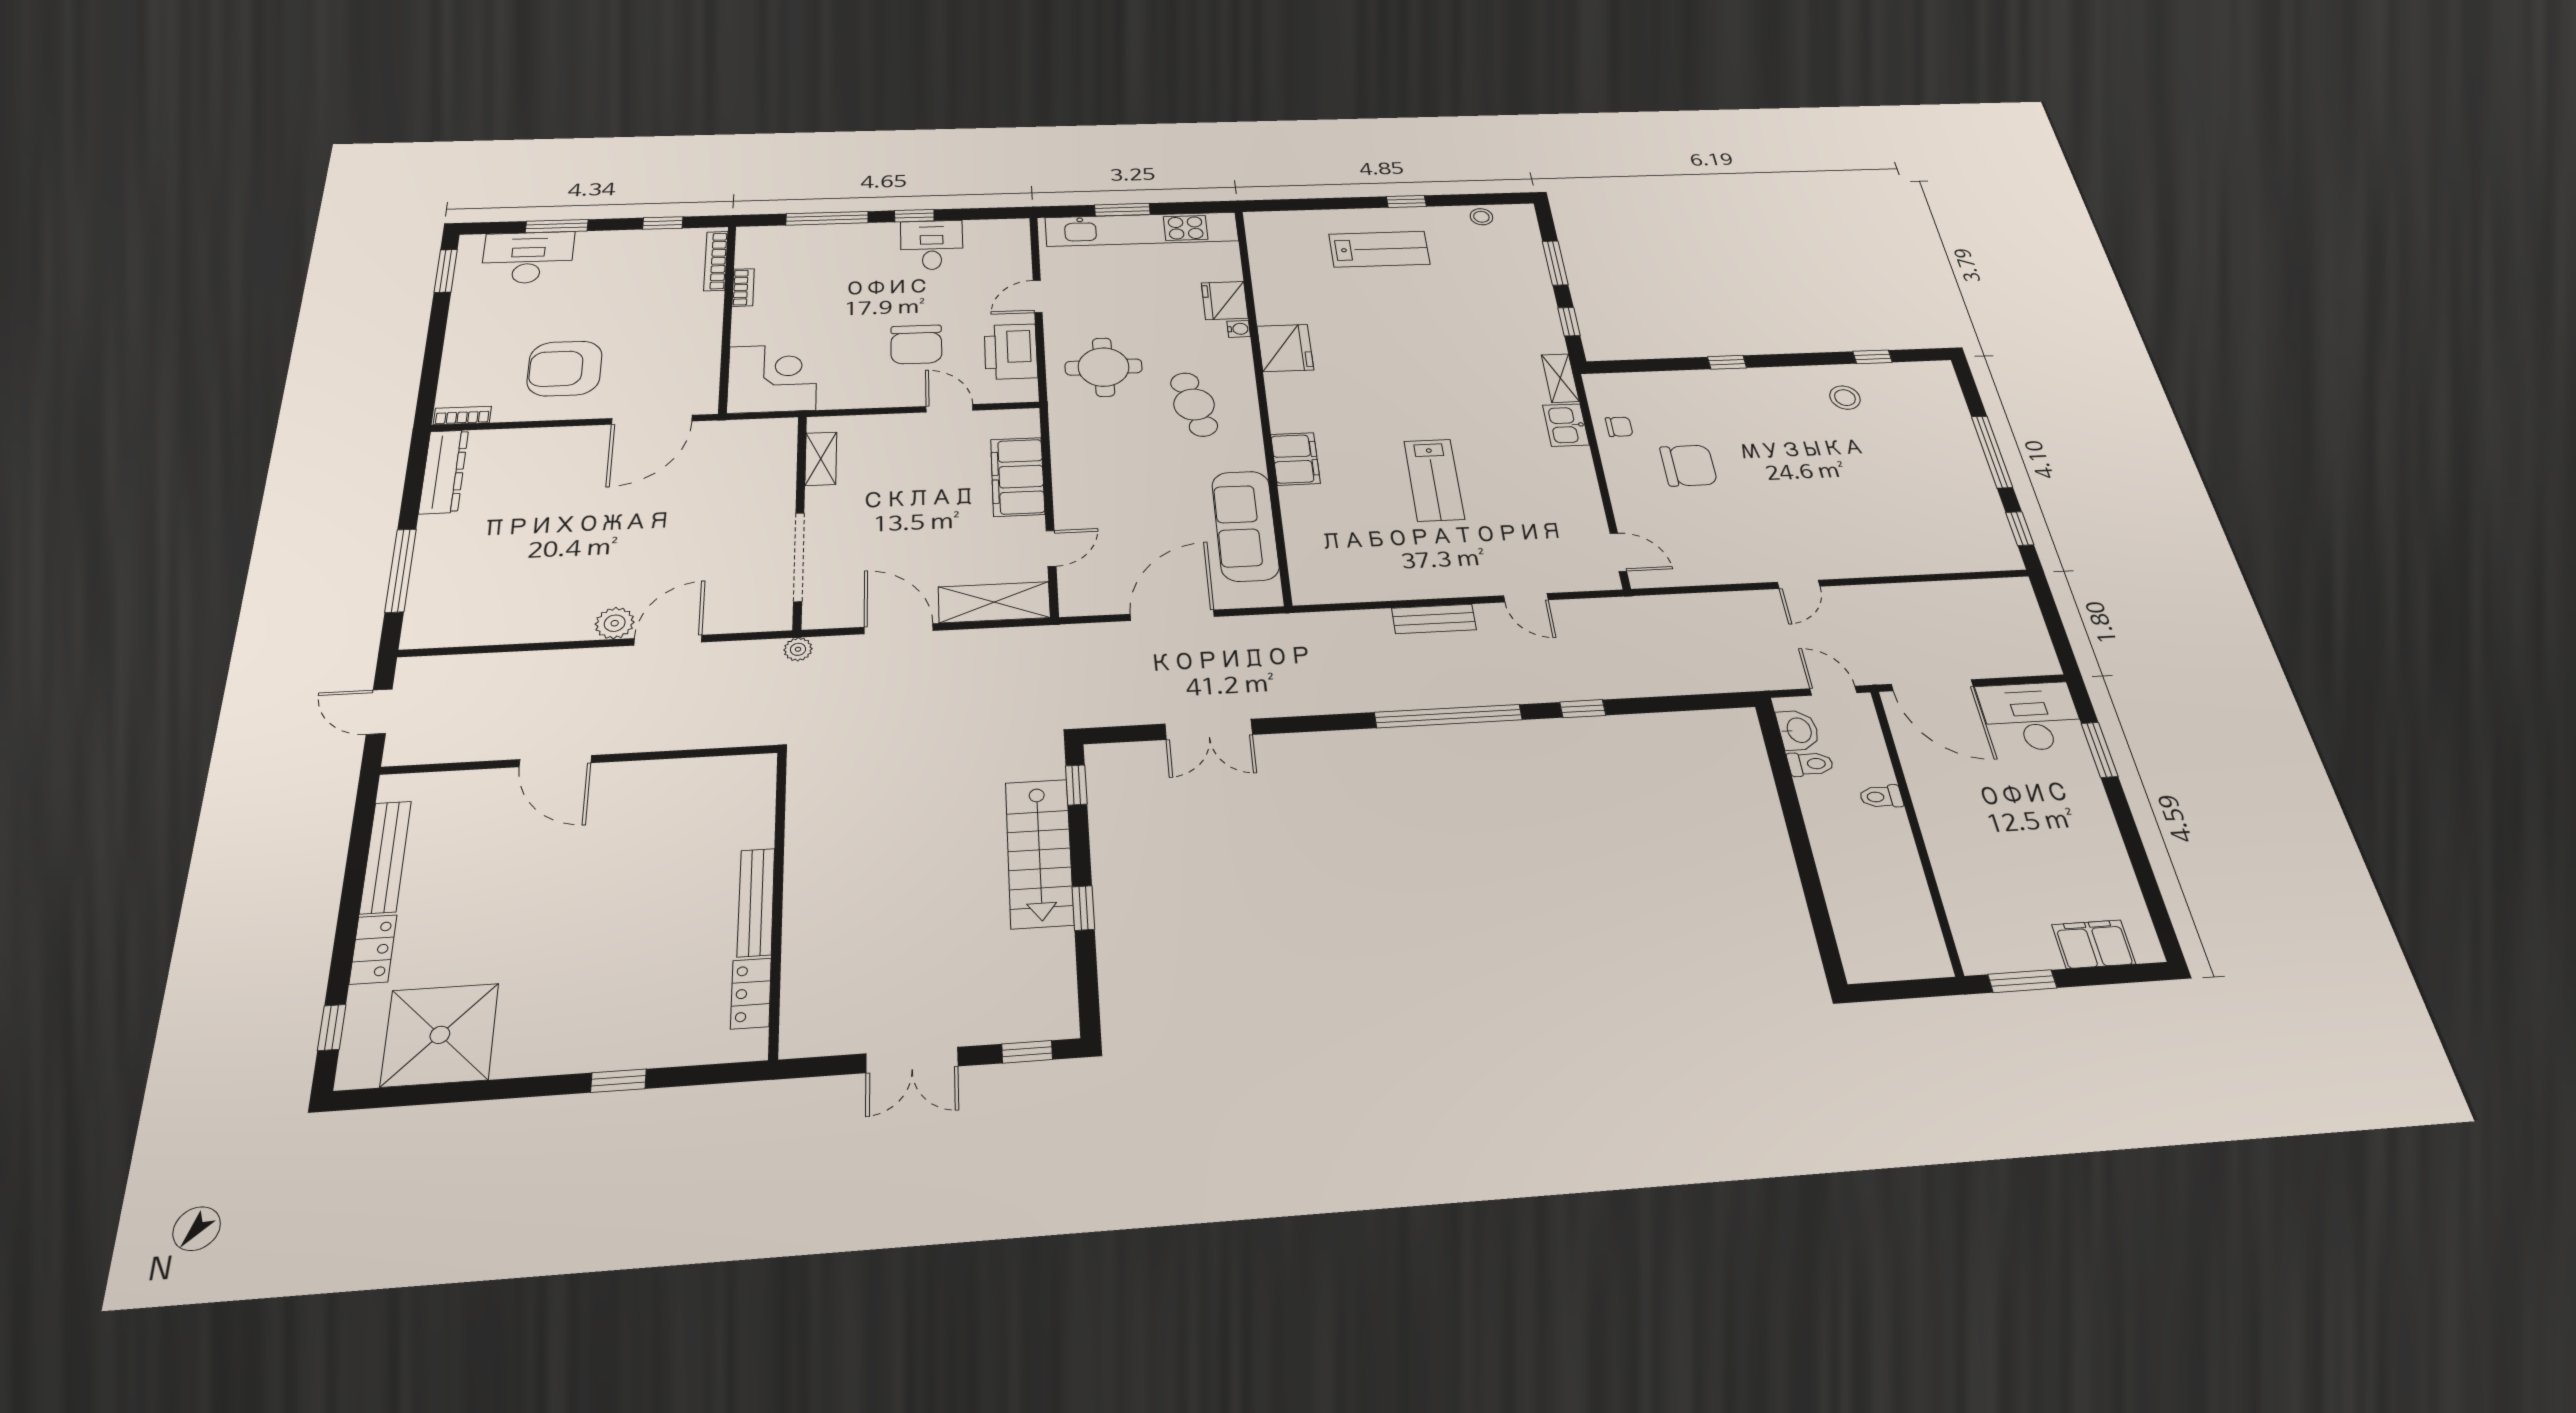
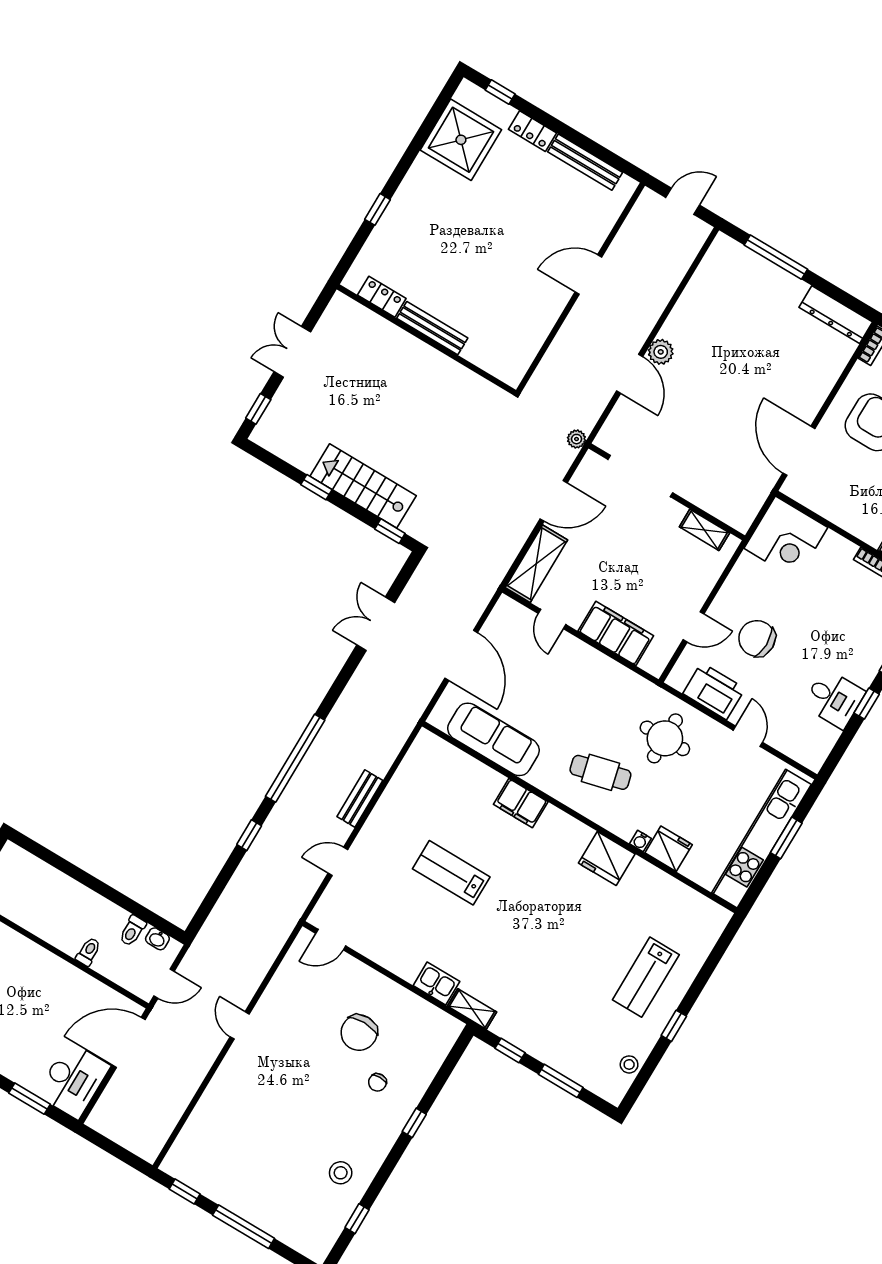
chair: (1619, 427) -> (377, 1082), moved
washbasin: (1798, 730) -> (157, 939), width x0.72, depth x0.69

